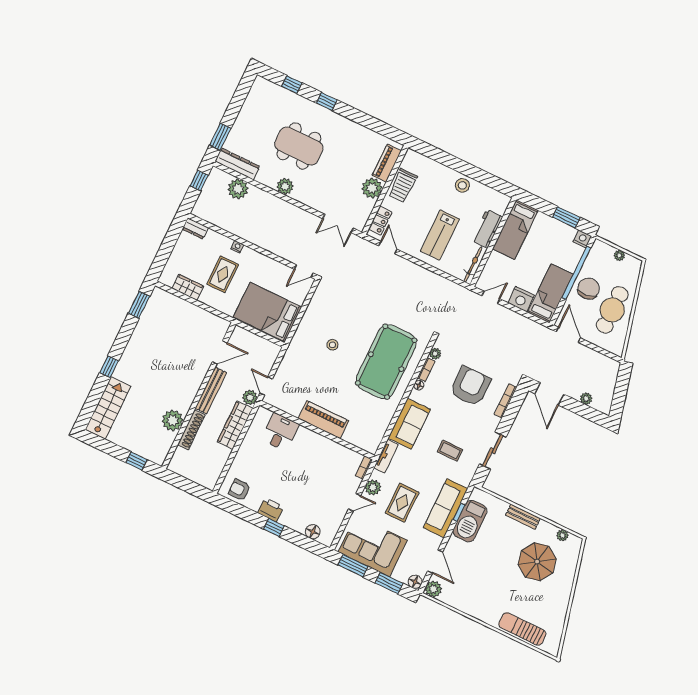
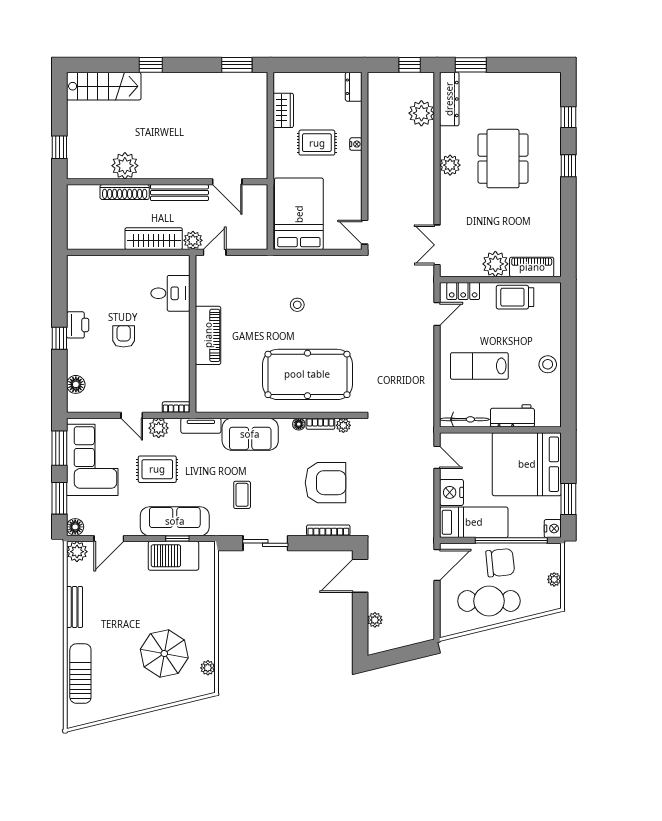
bed: (515, 230) -> (527, 464), width x2.04
armchair: (239, 490) -> (124, 336), moved
bench: (523, 517) -> (75, 607), moved

